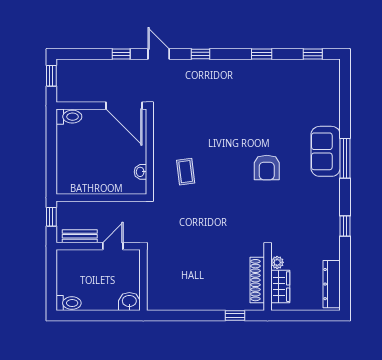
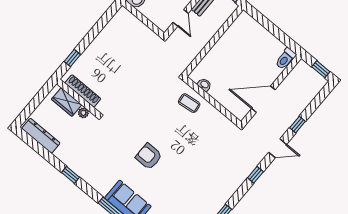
wall: (150, 152) -> (212, 101), moved
washbasin: (140, 172) -> (204, 85), moved

